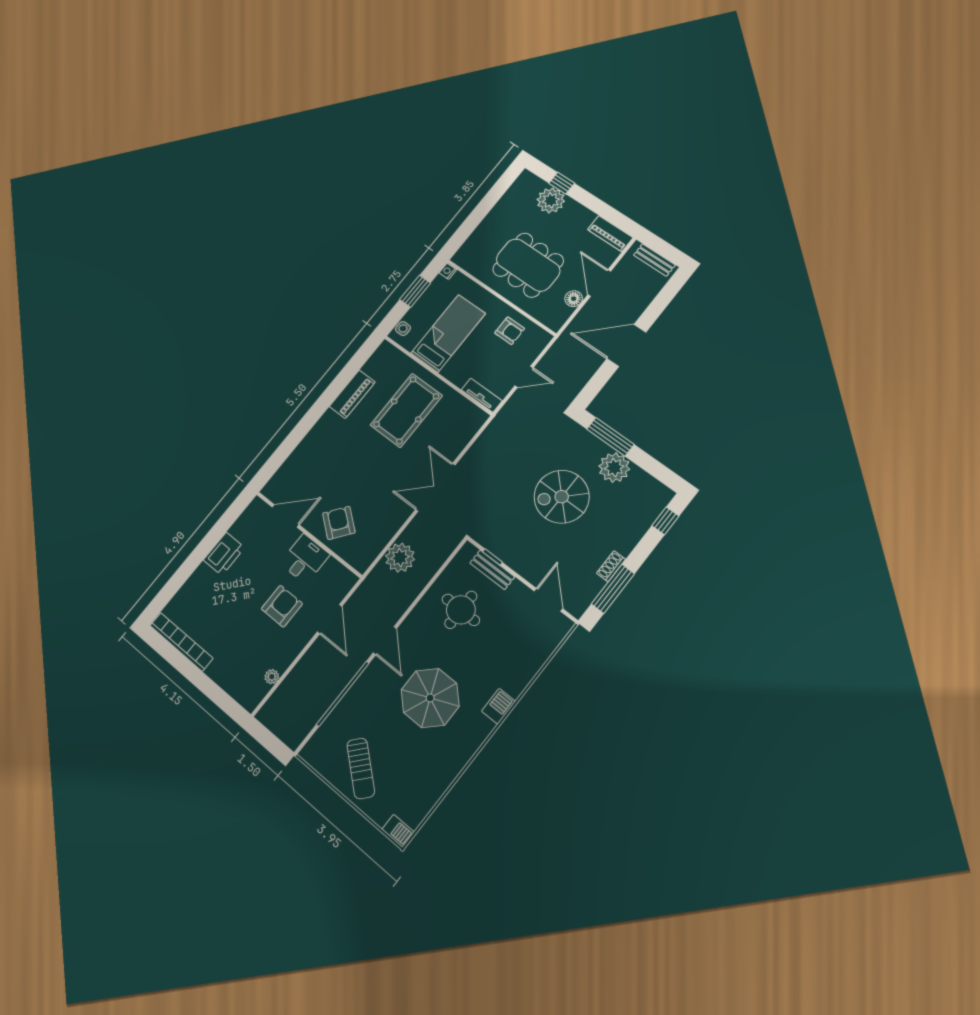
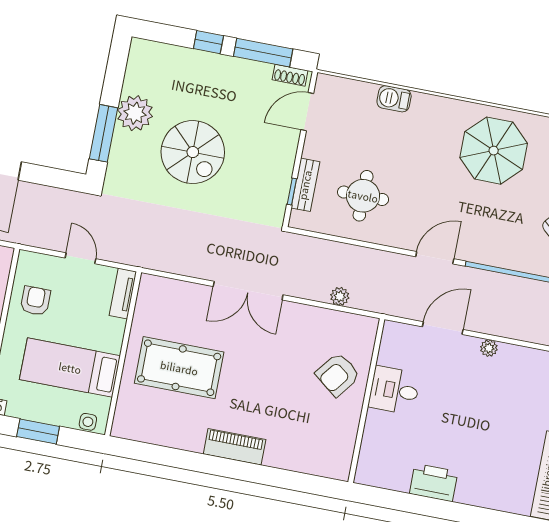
piano: (352, 394) -> (235, 447), moved
door: (286, 516) -> (359, 437), removed
window: (665, 521) -> (208, 42), moved
plant: (400, 558) -> (340, 296), width x0.53, depth x0.53
shoe rack: (611, 566) -> (290, 75), moved
armchair: (282, 606) -> (456, 387), removed
plant: (272, 677) -> (489, 348), moved
parasol: (430, 698) -> (494, 151), moved
barbecue: (498, 706) -> (394, 99), moved

